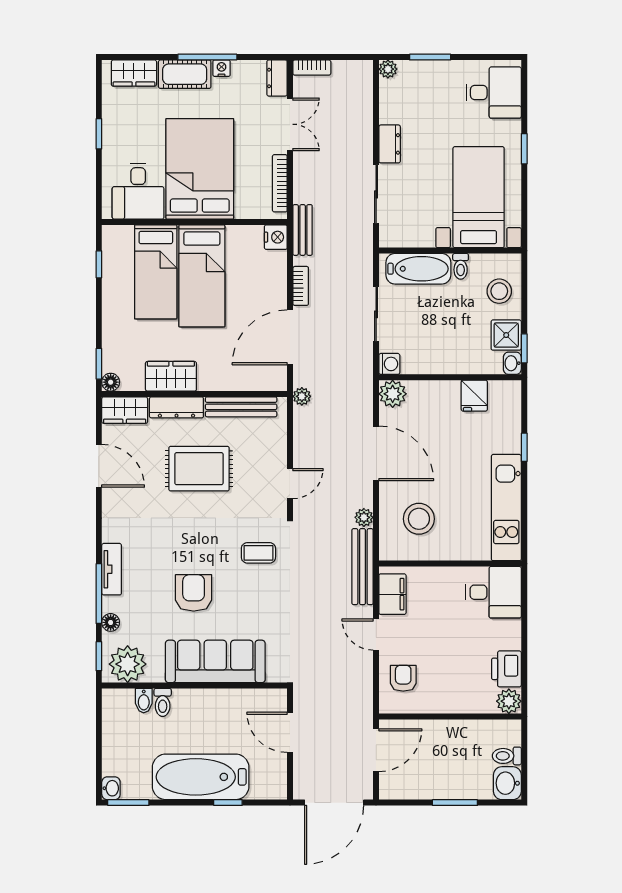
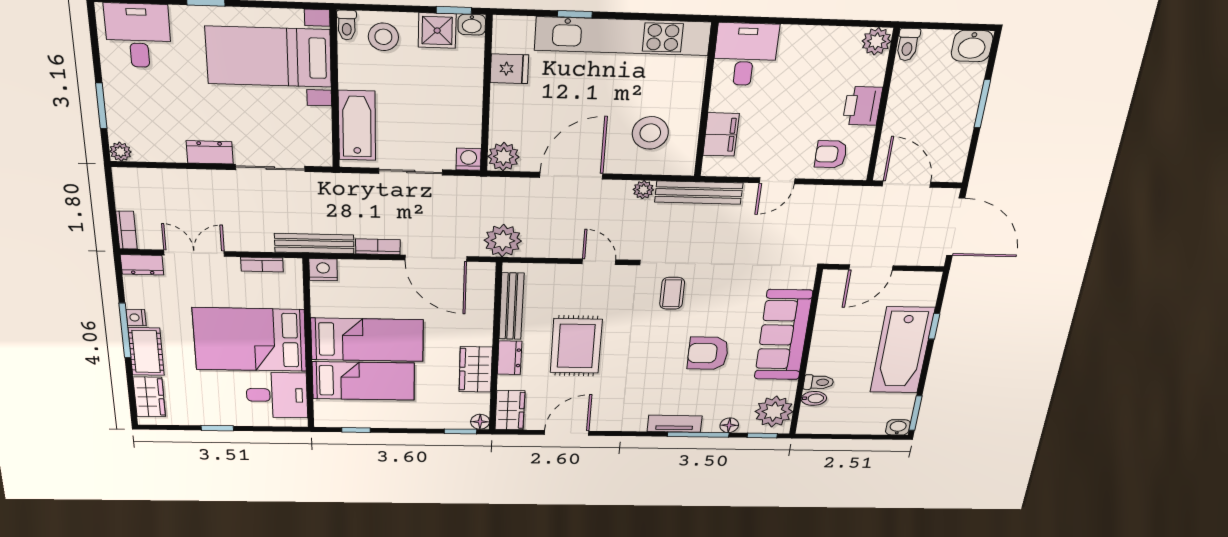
bookcase: (280, 183) -> (262, 265), width x0.64
bench: (303, 230) -> (314, 243), width x1.36
toilet: (461, 266) -> (347, 25), moved, turned 90
plant: (302, 396) -> (503, 241), width x1.87, depth x1.87
dresser: (176, 407) -> (510, 358), width x0.70
kitchen unit: (506, 508) -> (623, 36), width x1.36
filing cabinet: (392, 594) -> (721, 135), moved, turned 90
printer: (506, 669) -> (862, 106), moved, turned 90
toilet: (507, 756) -> (908, 45), moved

